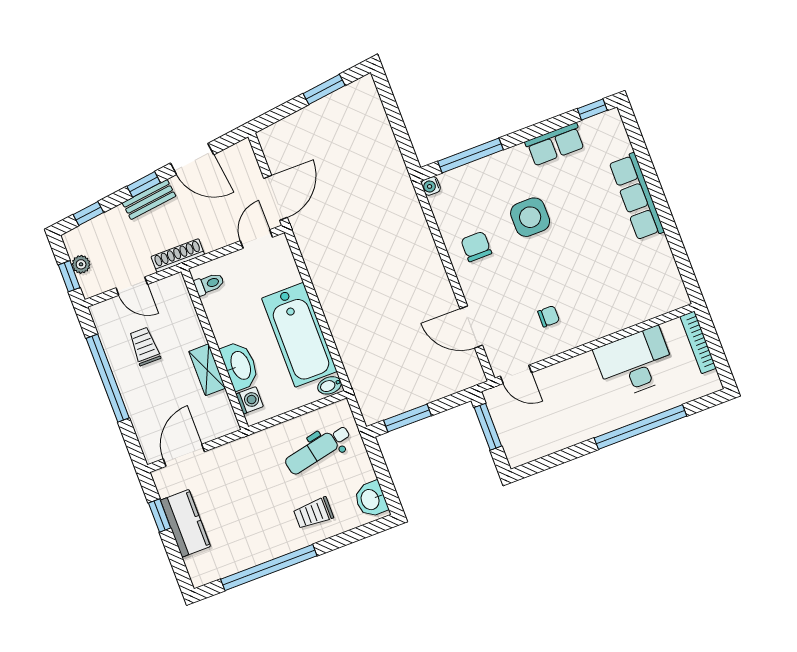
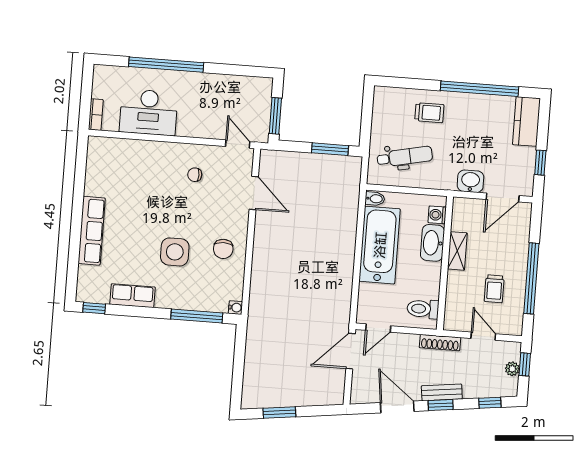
toilet: (209, 284) -> (423, 309), width x1.37, depth x1.39
bookcase: (698, 342) -> (96, 115), width x0.64
washbasin: (371, 499) -> (470, 181), moved, turned -90
kitchen counter: (185, 523) -> (526, 121), moved

